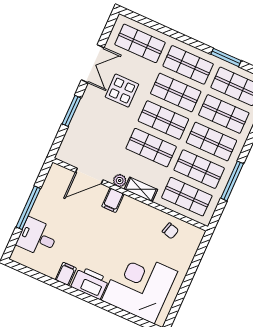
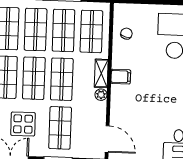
shop shelf: (103, 126) -> (60, 128), added
door: (89, 176) -> (107, 139), moved
filing cabinet: (113, 200) -> (121, 77), moved

